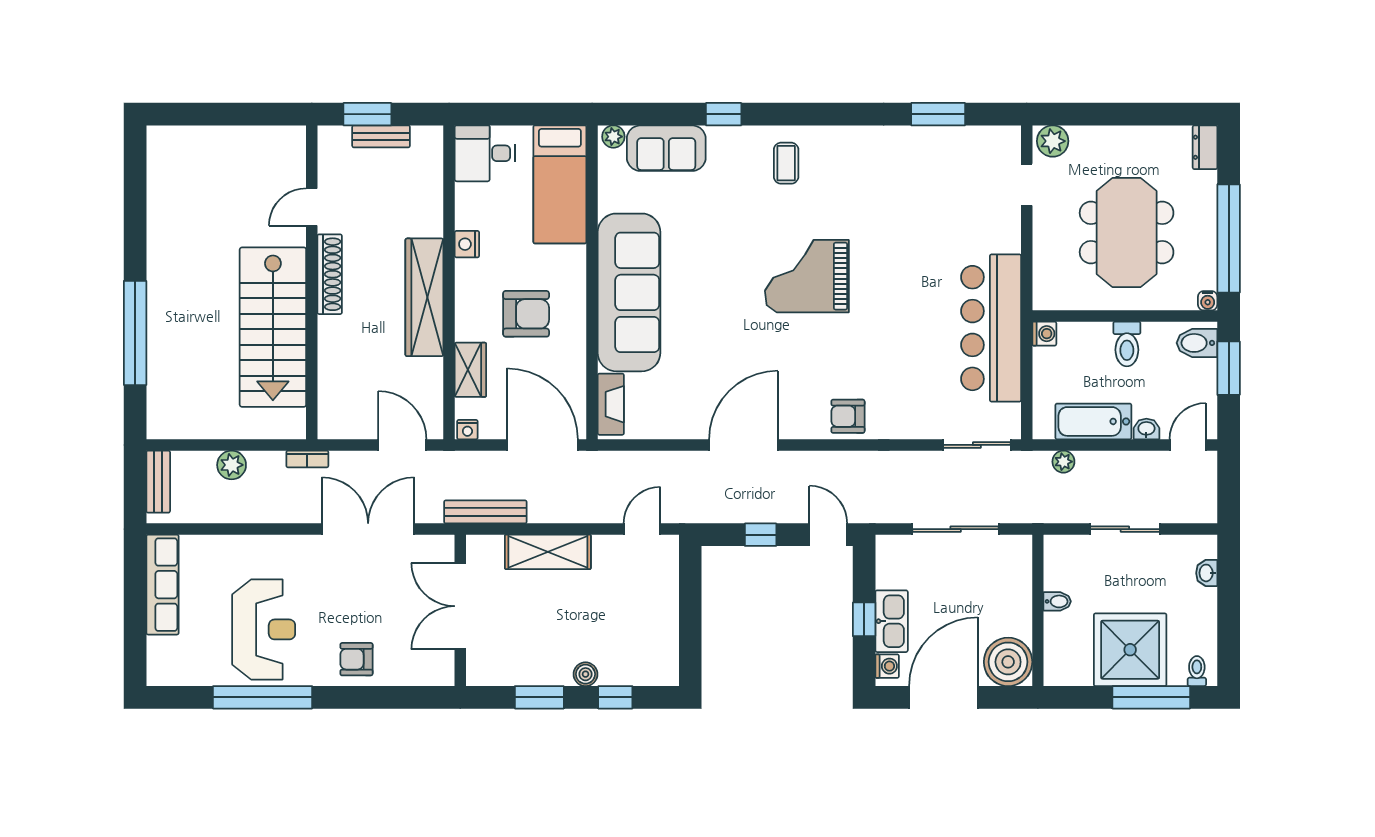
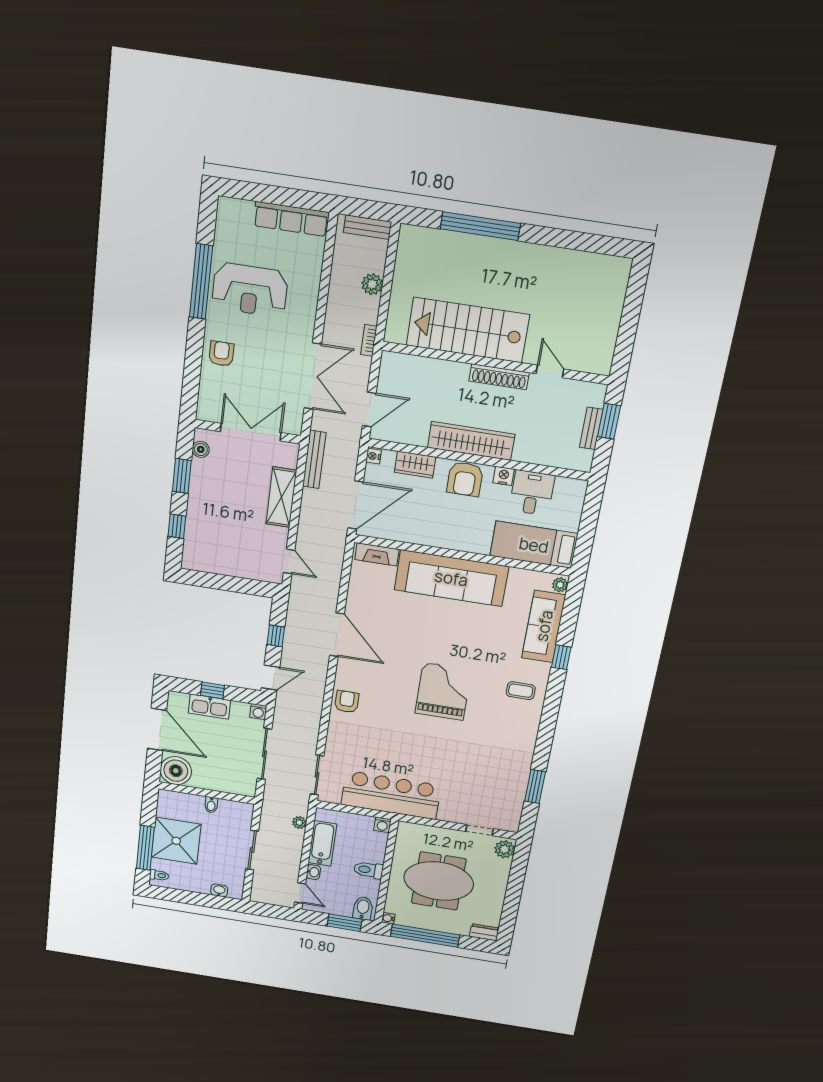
sofa: (666, 148) -> (544, 626), width x1.36
desk: (485, 153) -> (532, 493), moved
armchair: (526, 314) -> (465, 479), moved
washing machine: (887, 666) -> (258, 712), moved
boiler: (585, 674) -> (201, 449), moved

